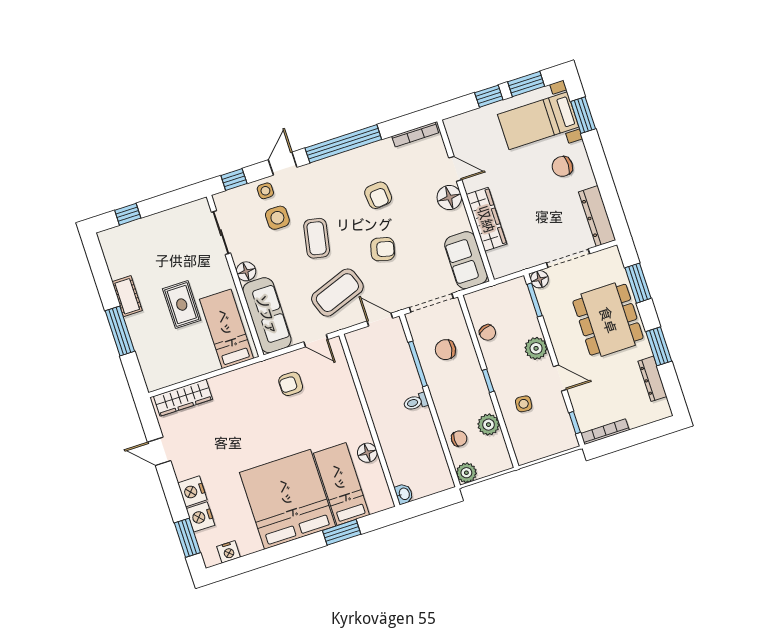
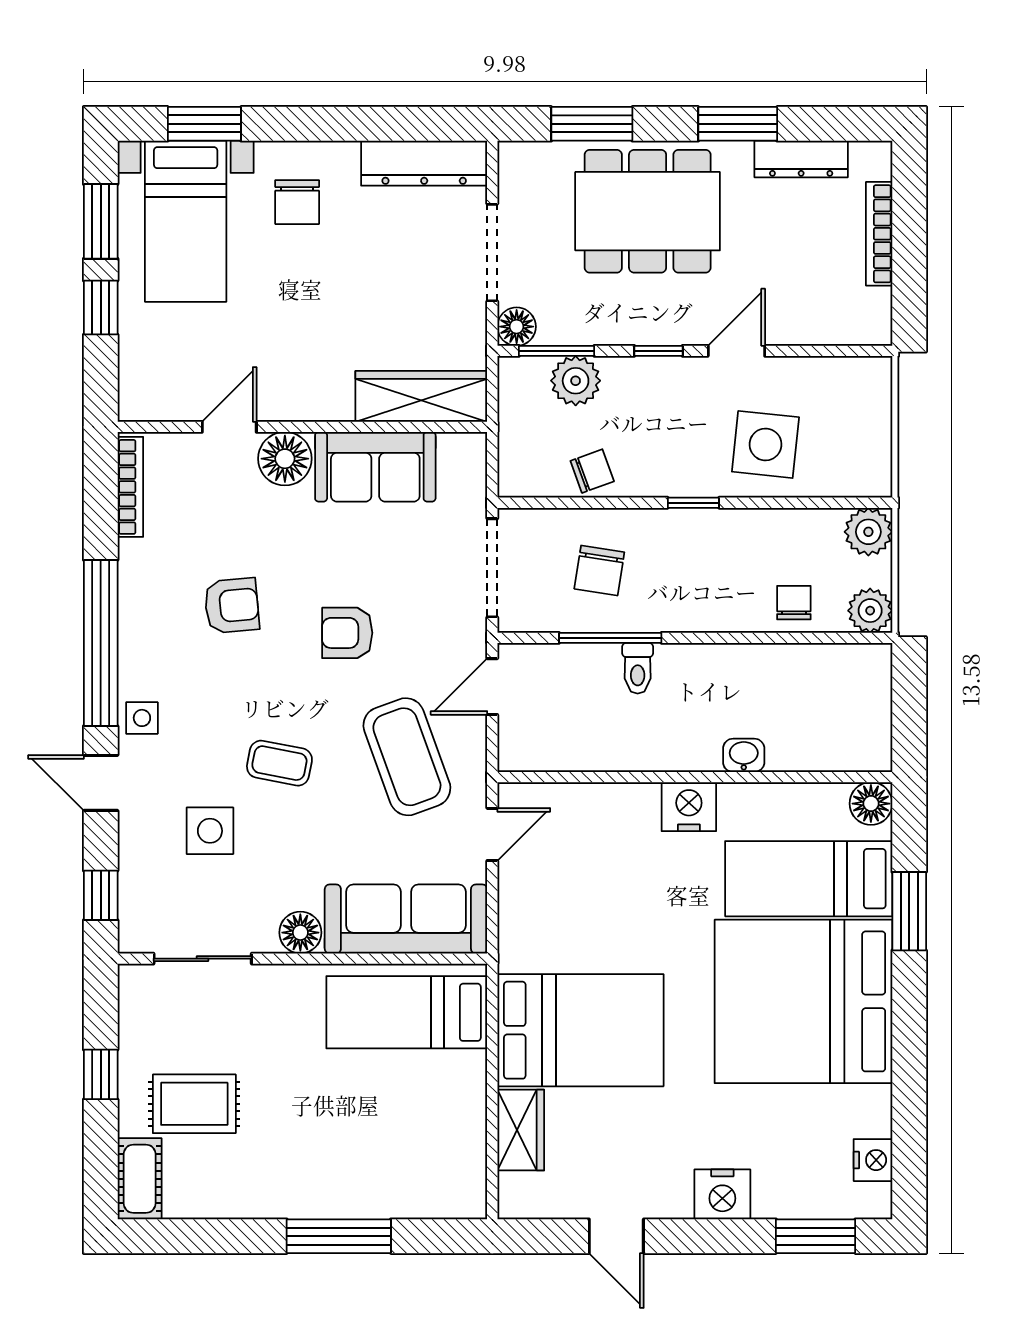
side table: (265, 191) -> (142, 718), moved
window: (128, 214) -> (101, 1074), moved
wardrobe: (486, 219) -> (421, 396), moved
coffee table: (317, 238) -> (279, 763), width x0.73, depth x0.77
armchair: (383, 249) -> (347, 633), turned -104
sofa: (466, 260) -> (375, 467), moved
cot: (127, 296) -> (140, 1179), moved, turned 90
rug: (182, 305) -> (194, 1104), moved
plant: (536, 348) -> (576, 381), moved
armchair: (291, 384) -> (565, 916), removed
wardrobe: (183, 398) -> (521, 1130), width x0.67
toilet: (416, 402) -> (638, 668), moved
side table: (524, 404) -> (765, 444), width x1.87, depth x1.87
bed: (243, 407) -> (580, 1030), added
window: (575, 423) -> (658, 351), moved
plant: (488, 425) -> (868, 532), moved
bookcase: (605, 432) -> (879, 234), moved
door: (159, 451) -> (616, 1236), hinge flipped
floor lamp: (367, 453) -> (871, 804), moved
washbasin: (404, 494) -> (744, 755), moved
nightstand: (200, 517) -> (689, 807), moved, turned 180

